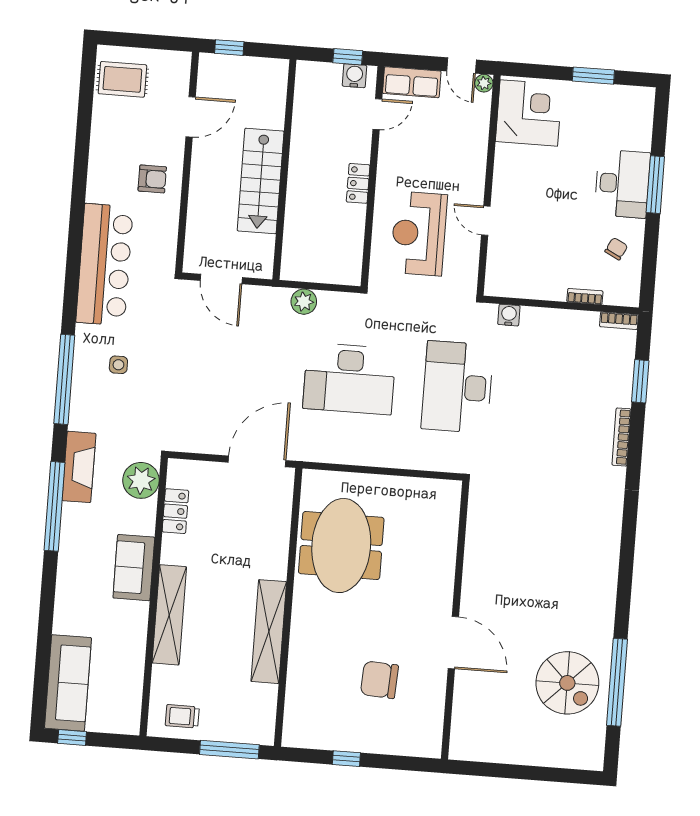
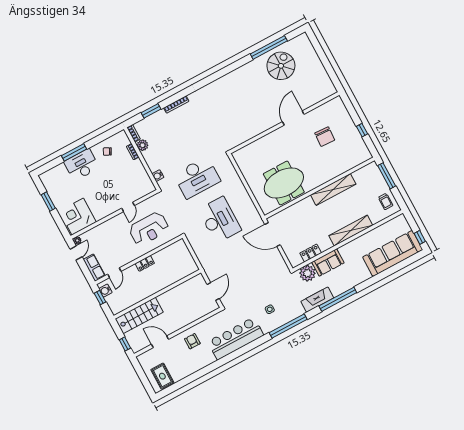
door: (377, 114) -> (114, 273), swing flipped
stairs: (261, 181) -> (139, 315), moved
plant: (304, 302) -> (143, 145), moved
sofa: (134, 568) -> (328, 262), moved
sofa: (68, 683) -> (393, 253), width x1.36, depth x1.27

